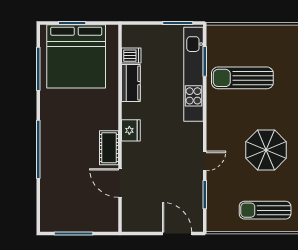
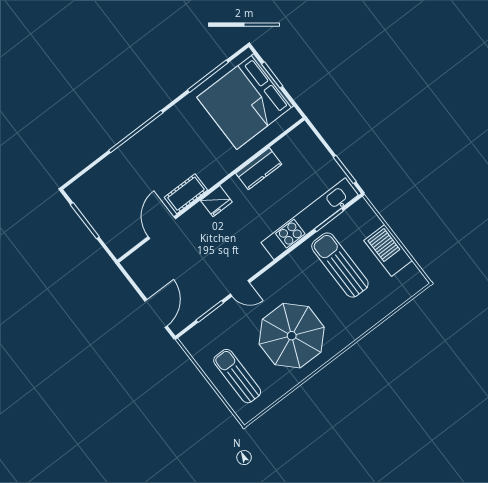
barbecue: (258, 36) -> (388, 251), added
dishwasher: (131, 56) -> (284, 150), removed
parasol: (266, 150) -> (292, 336), width x1.36, depth x1.36

